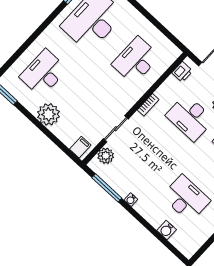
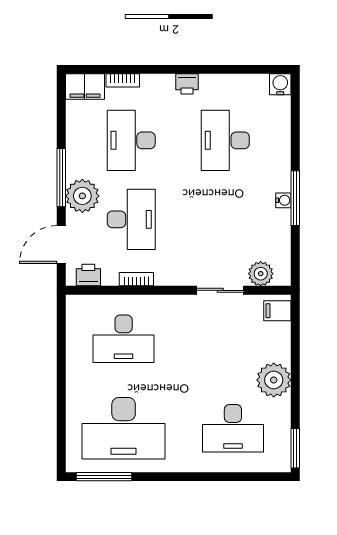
bookcase: (148, 105) -> (136, 279), moved
window: (107, 188) -> (295, 198), moved
water cooler: (167, 230) -> (280, 84), moved, turned -90

